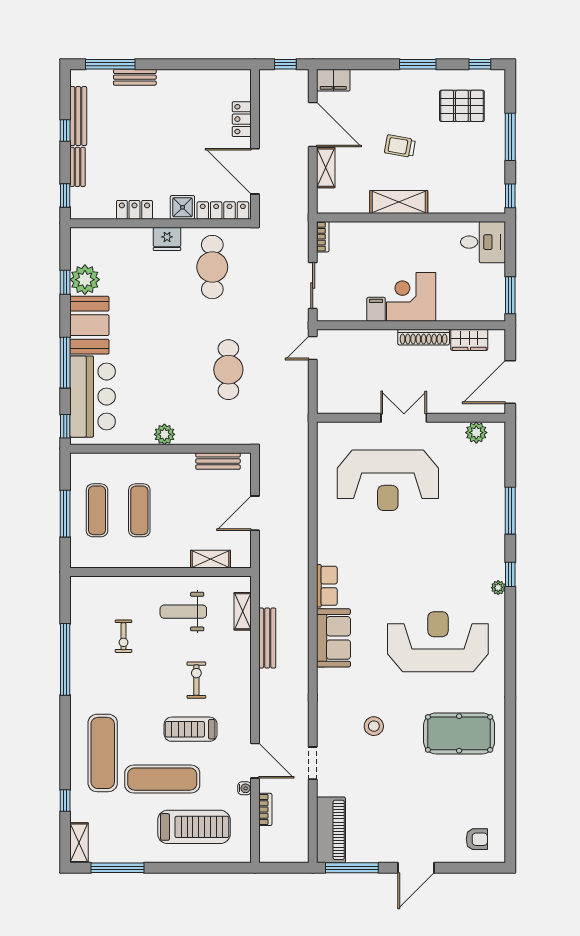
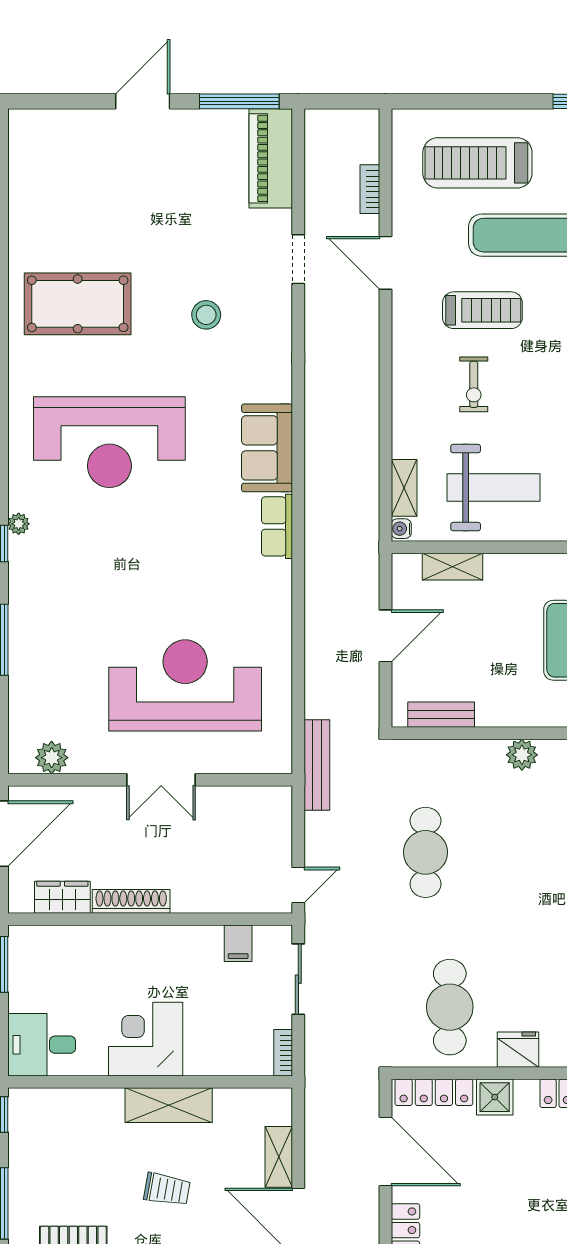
corner desk: (411, 297) -> (146, 1039), moved, turned 180
filing cabinet: (376, 309) -> (238, 943), moved
weight bench: (183, 612) -> (493, 488), width x1.36, depth x1.33
bench: (267, 638) -> (317, 765), moved
water cooler: (244, 788) -> (401, 529), moved
armchair: (477, 839) -> (51, 144), removed

